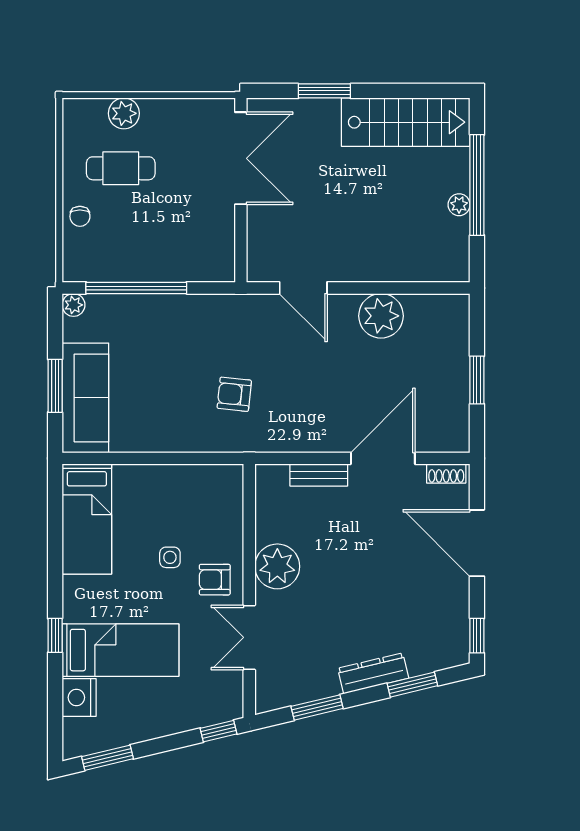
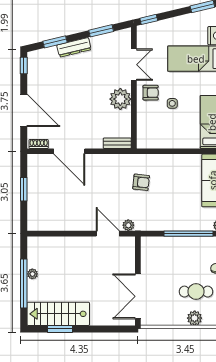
window: (324, 91) -> (60, 329), moved
plant: (381, 316) -> (128, 225), moved, width x0.53, depth x0.53
door: (383, 458) -> (69, 151), hinge flipped
bench: (319, 475) -> (117, 143), moved

